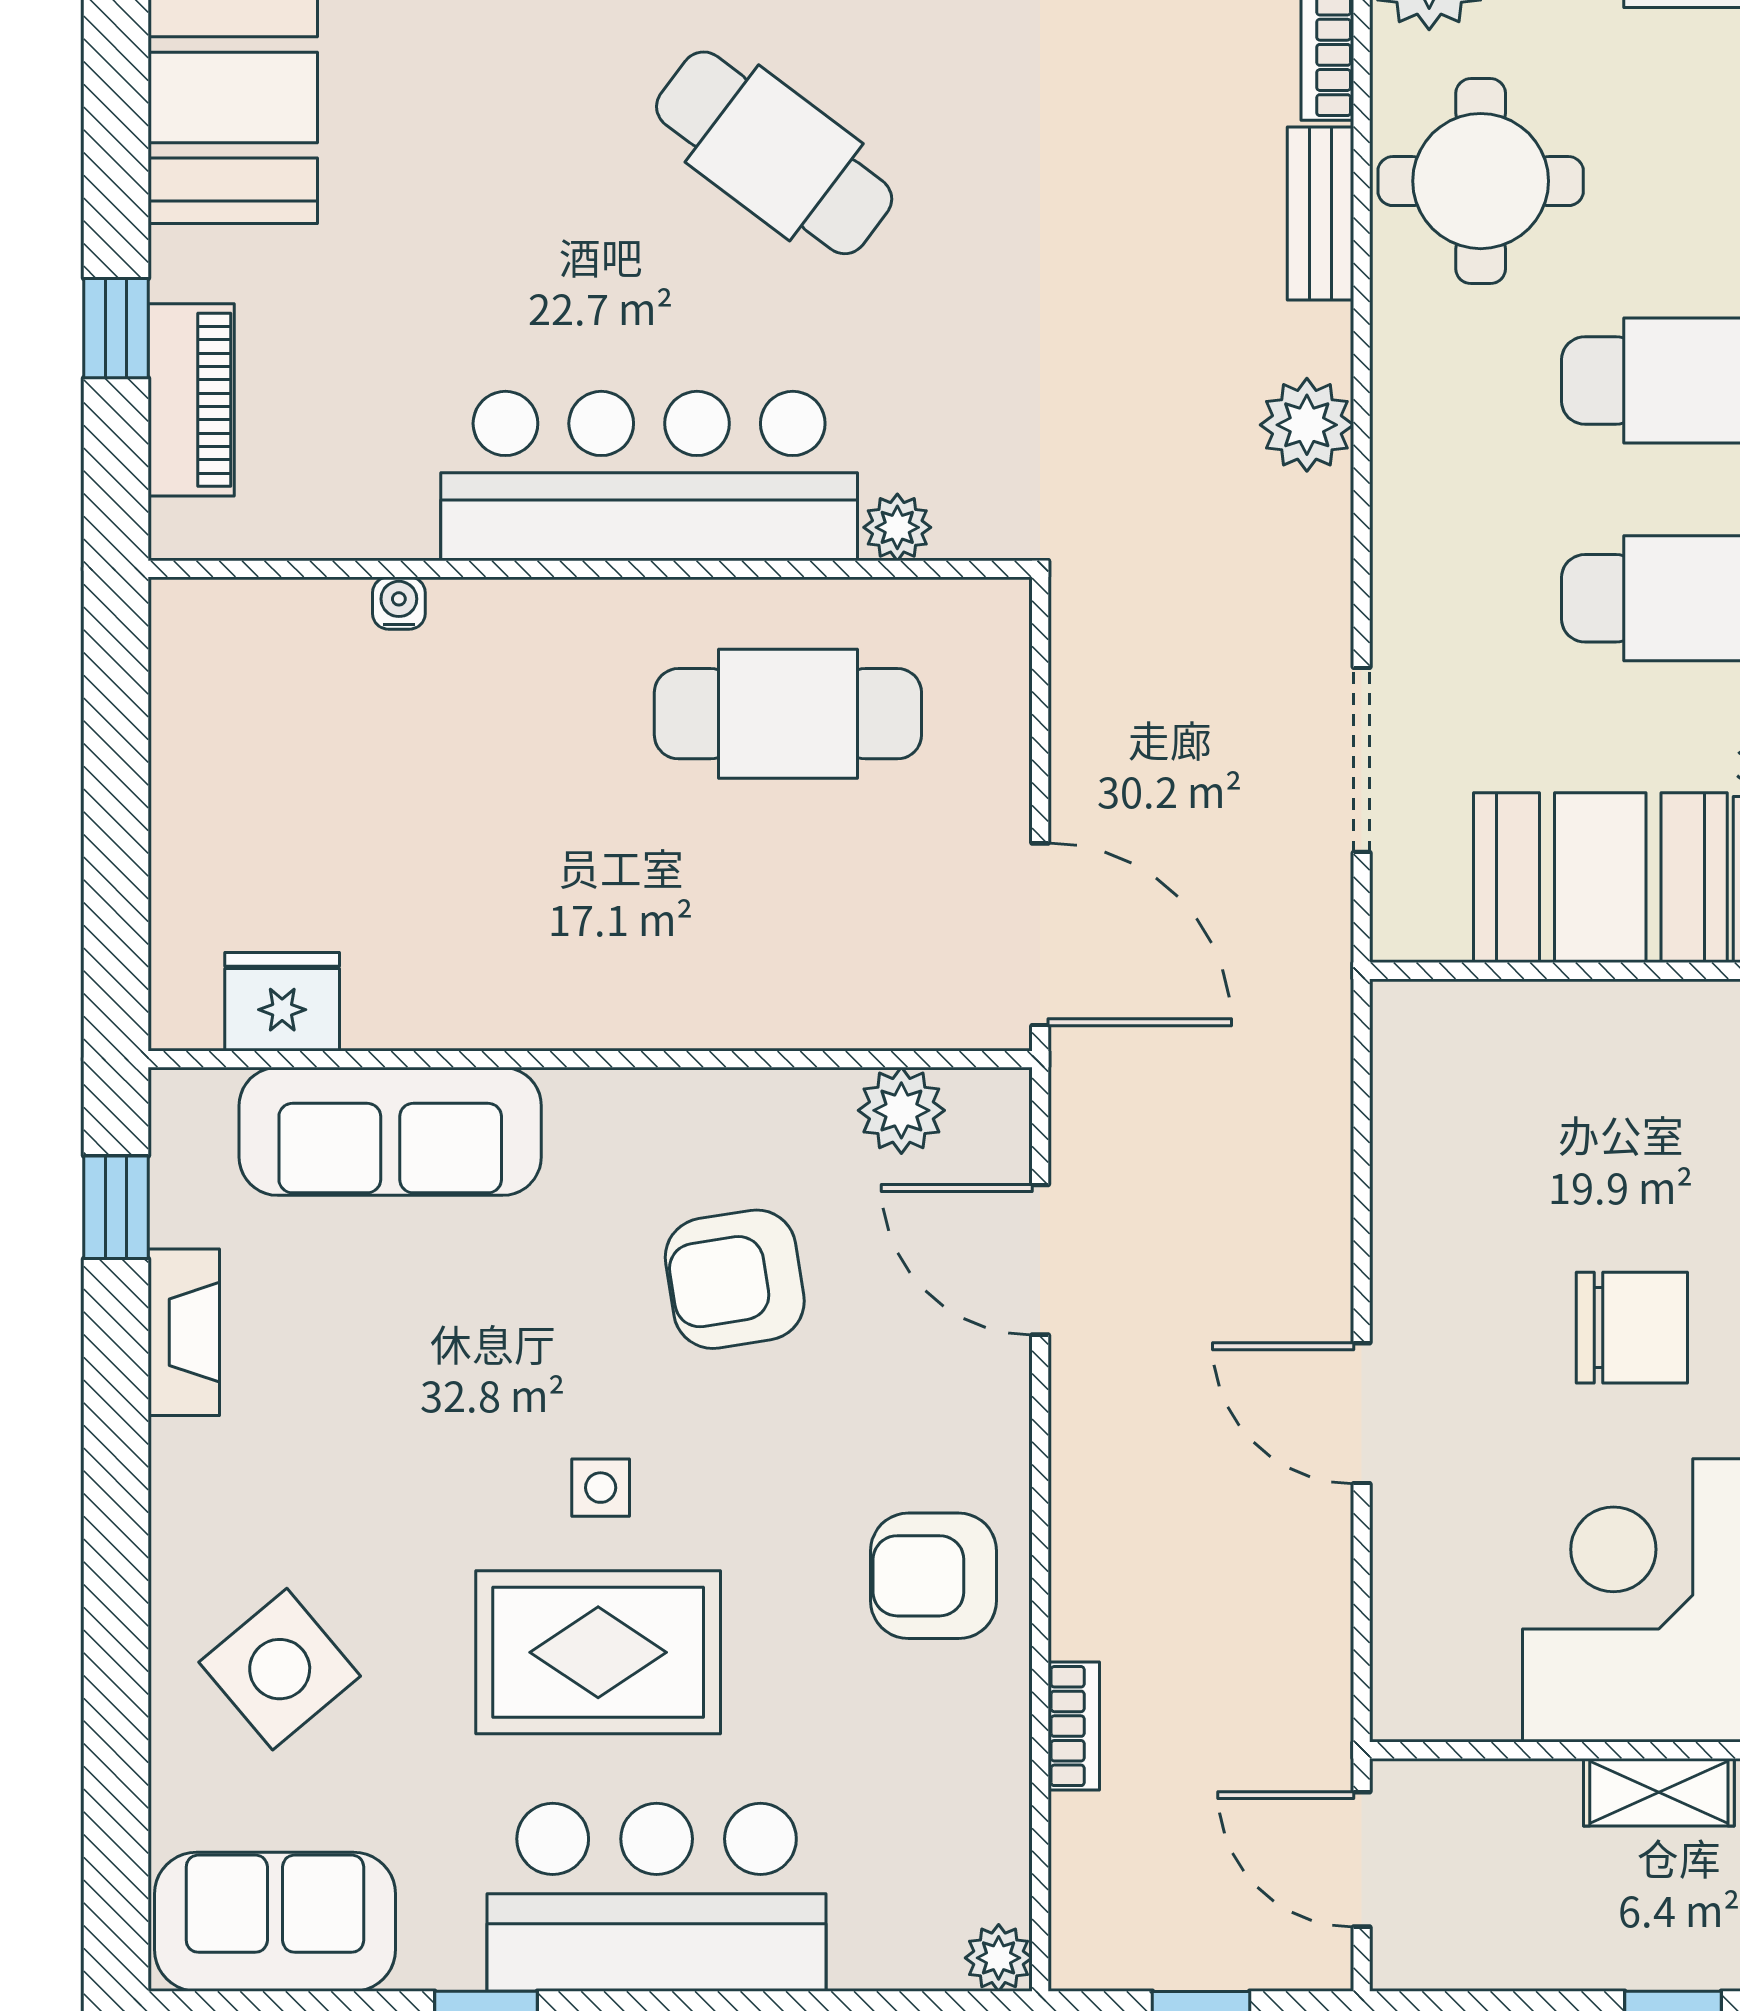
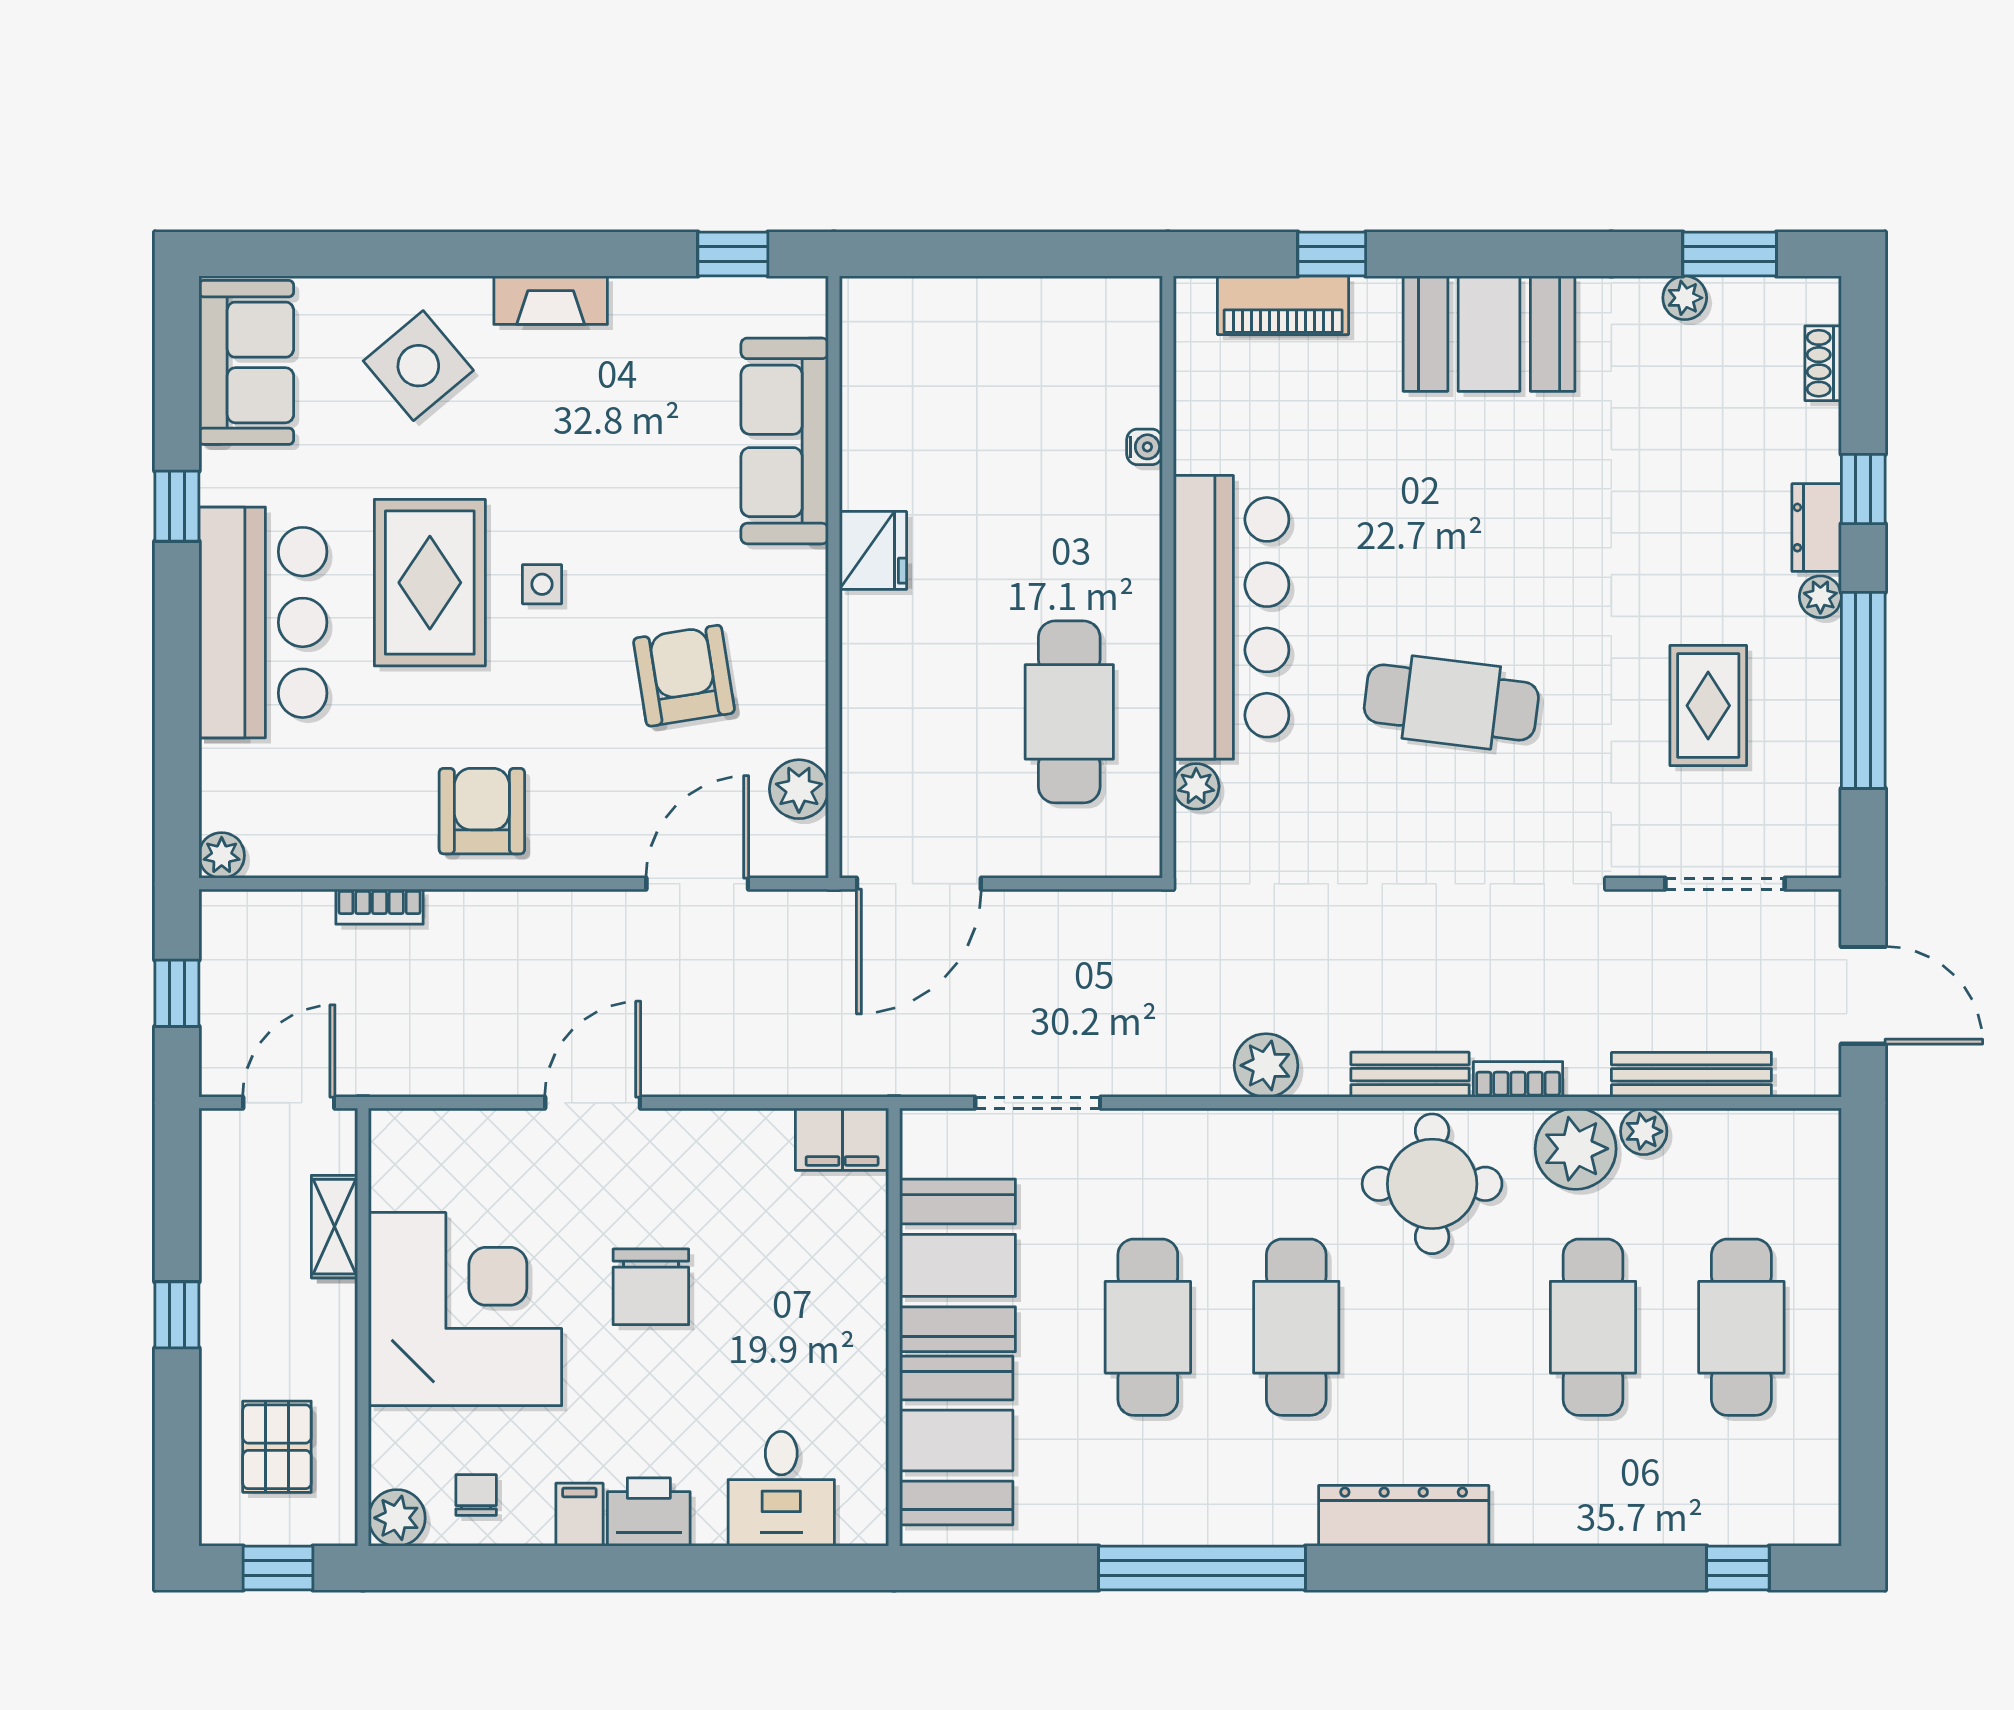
cafe table: (774, 153) -> (1451, 702), turned 60
fridge: (282, 1002) -> (873, 550), moved
filing cabinet: (1415, 1047) -> (842, 1139), added
fireplace: (184, 1332) -> (551, 300), moved
shelving: (1659, 1792) -> (334, 1227), moved

